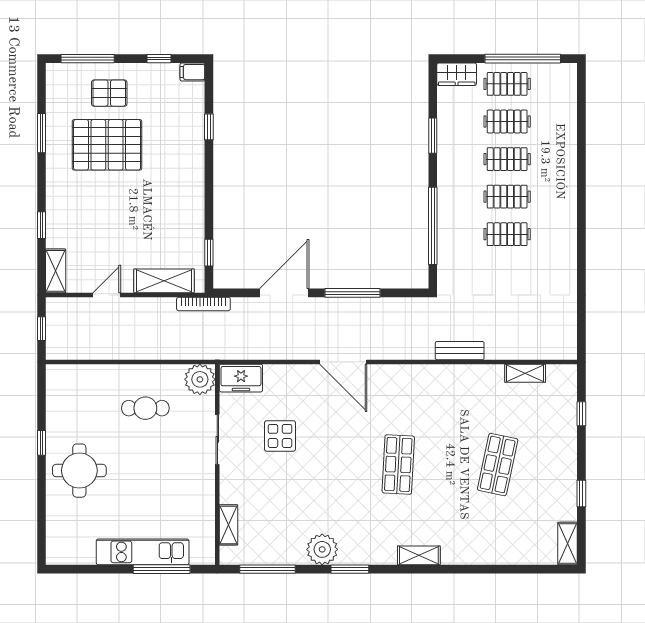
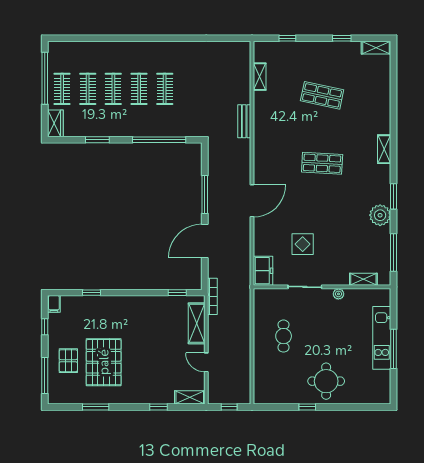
door: (284, 293) -> (205, 241), hinge flipped
plant: (200, 379) -> (338, 294), moved, width x0.53, depth x0.53
window: (162, 569) -> (394, 349), moved

